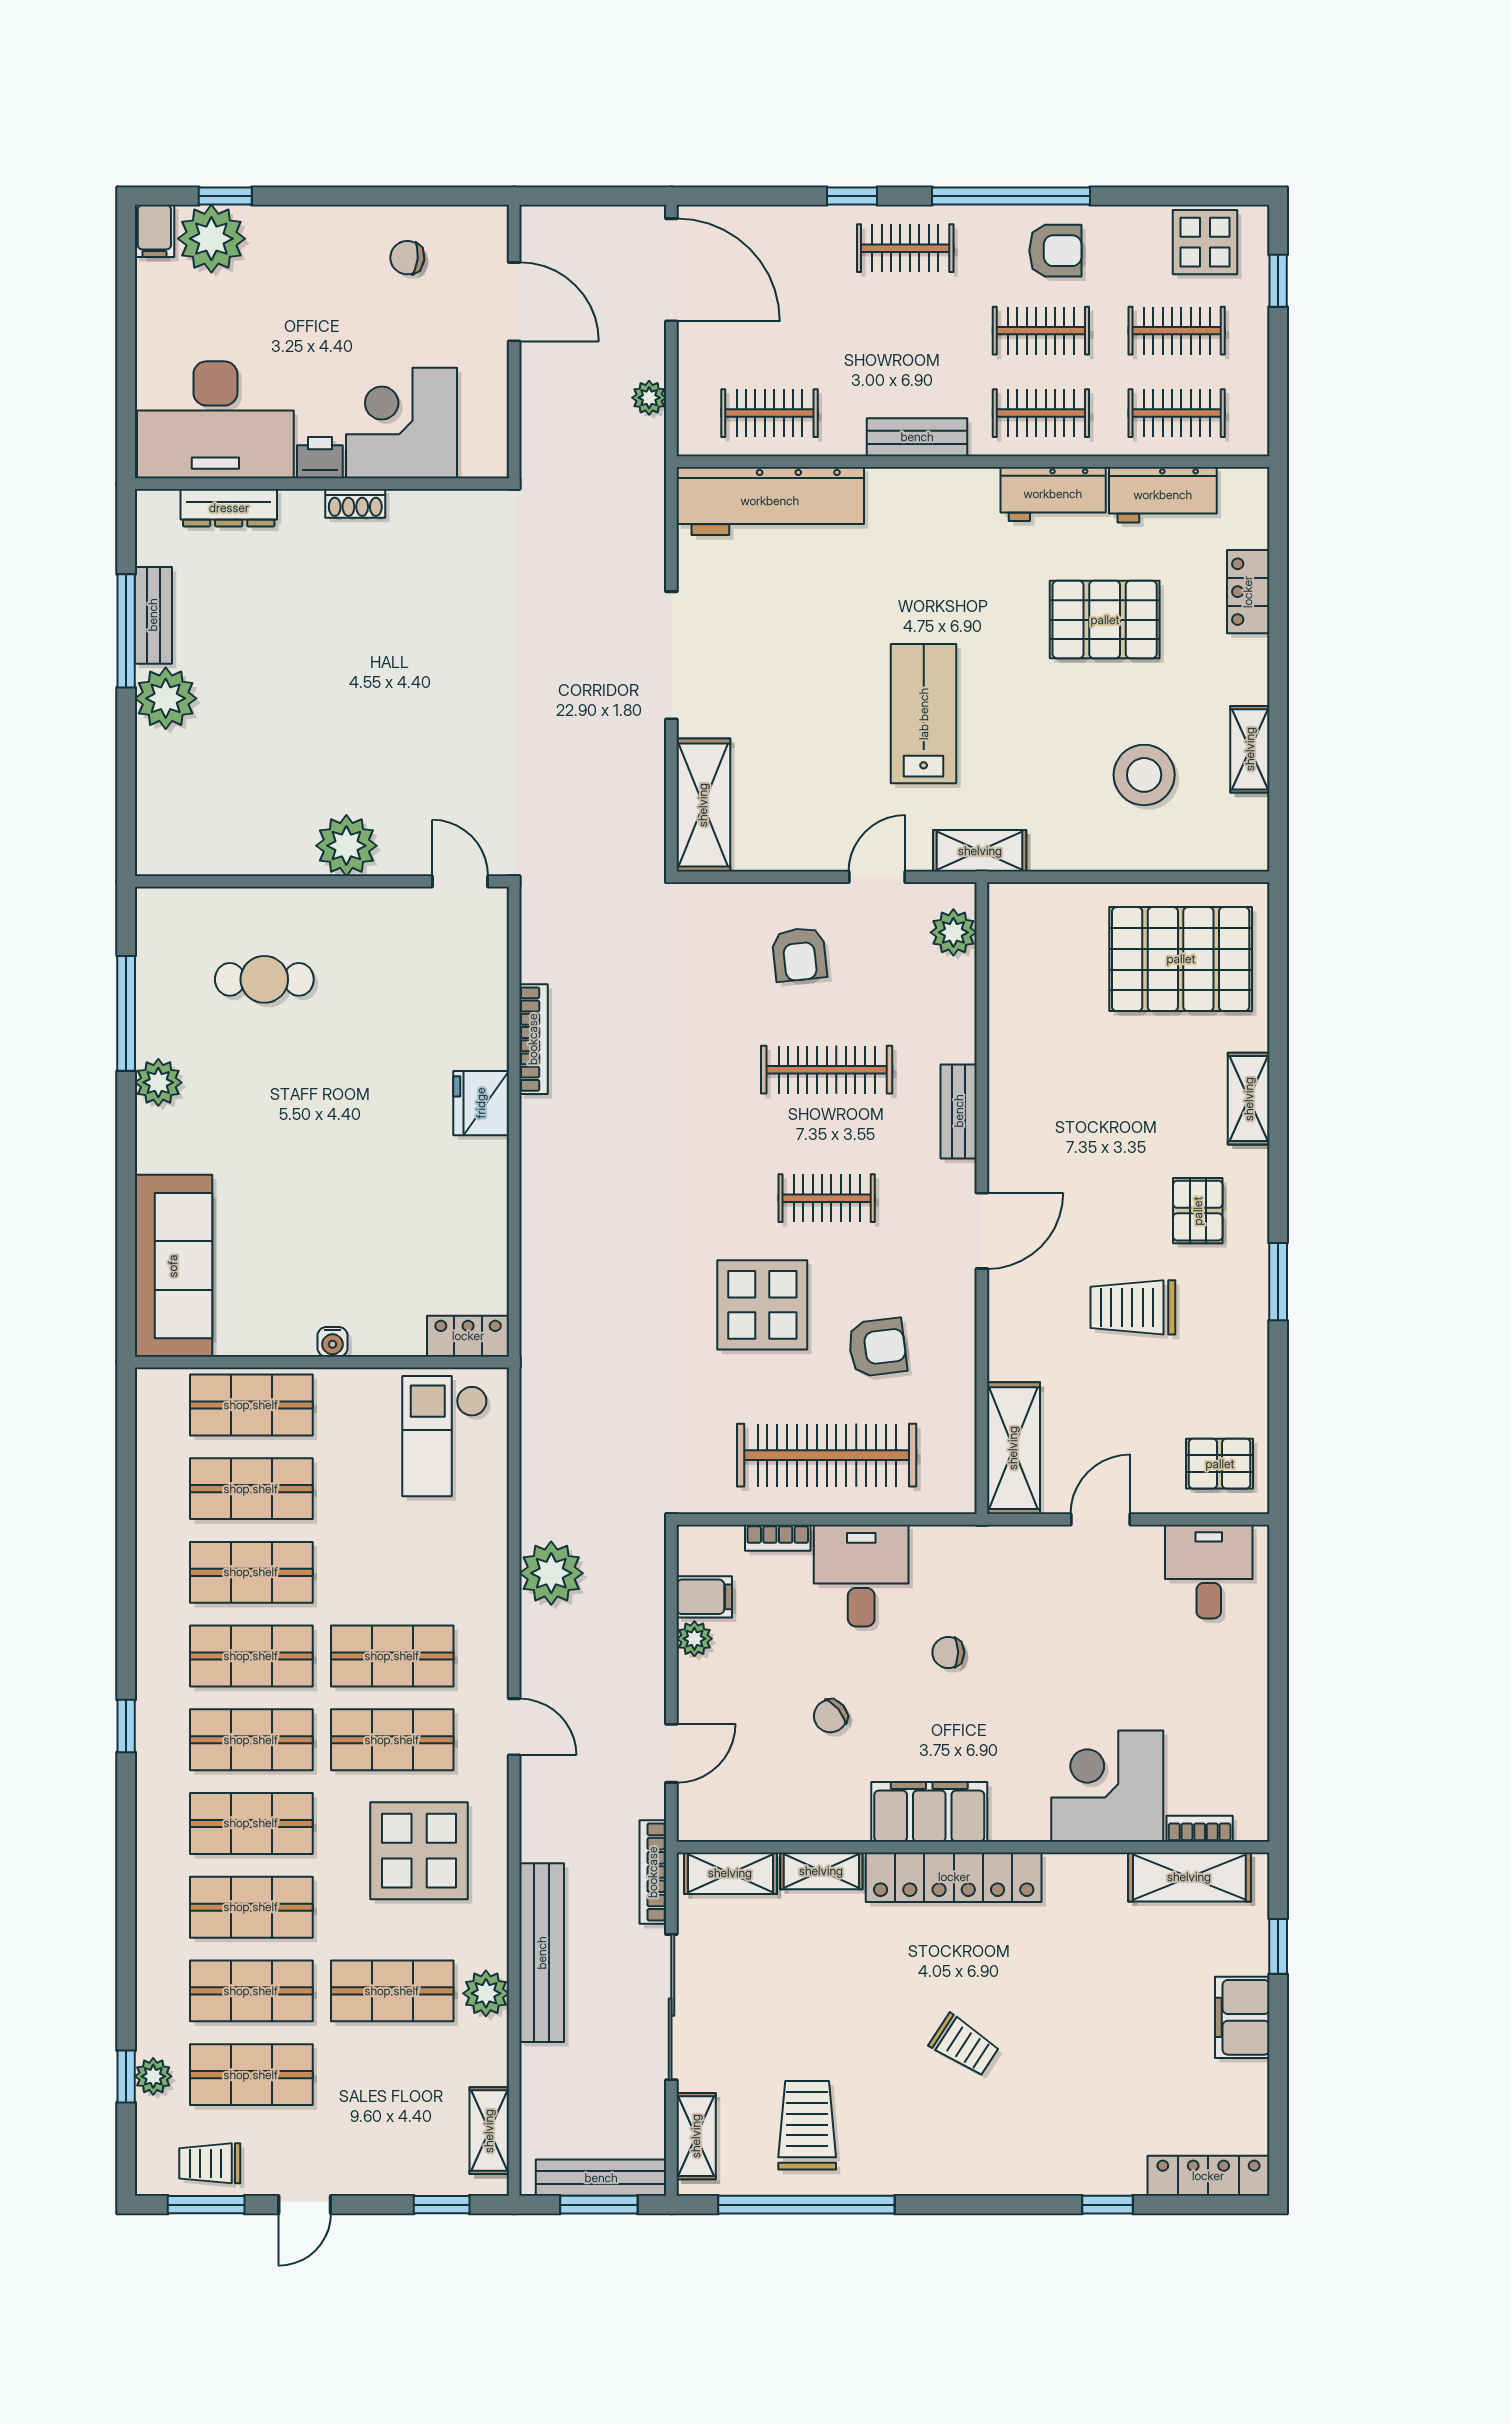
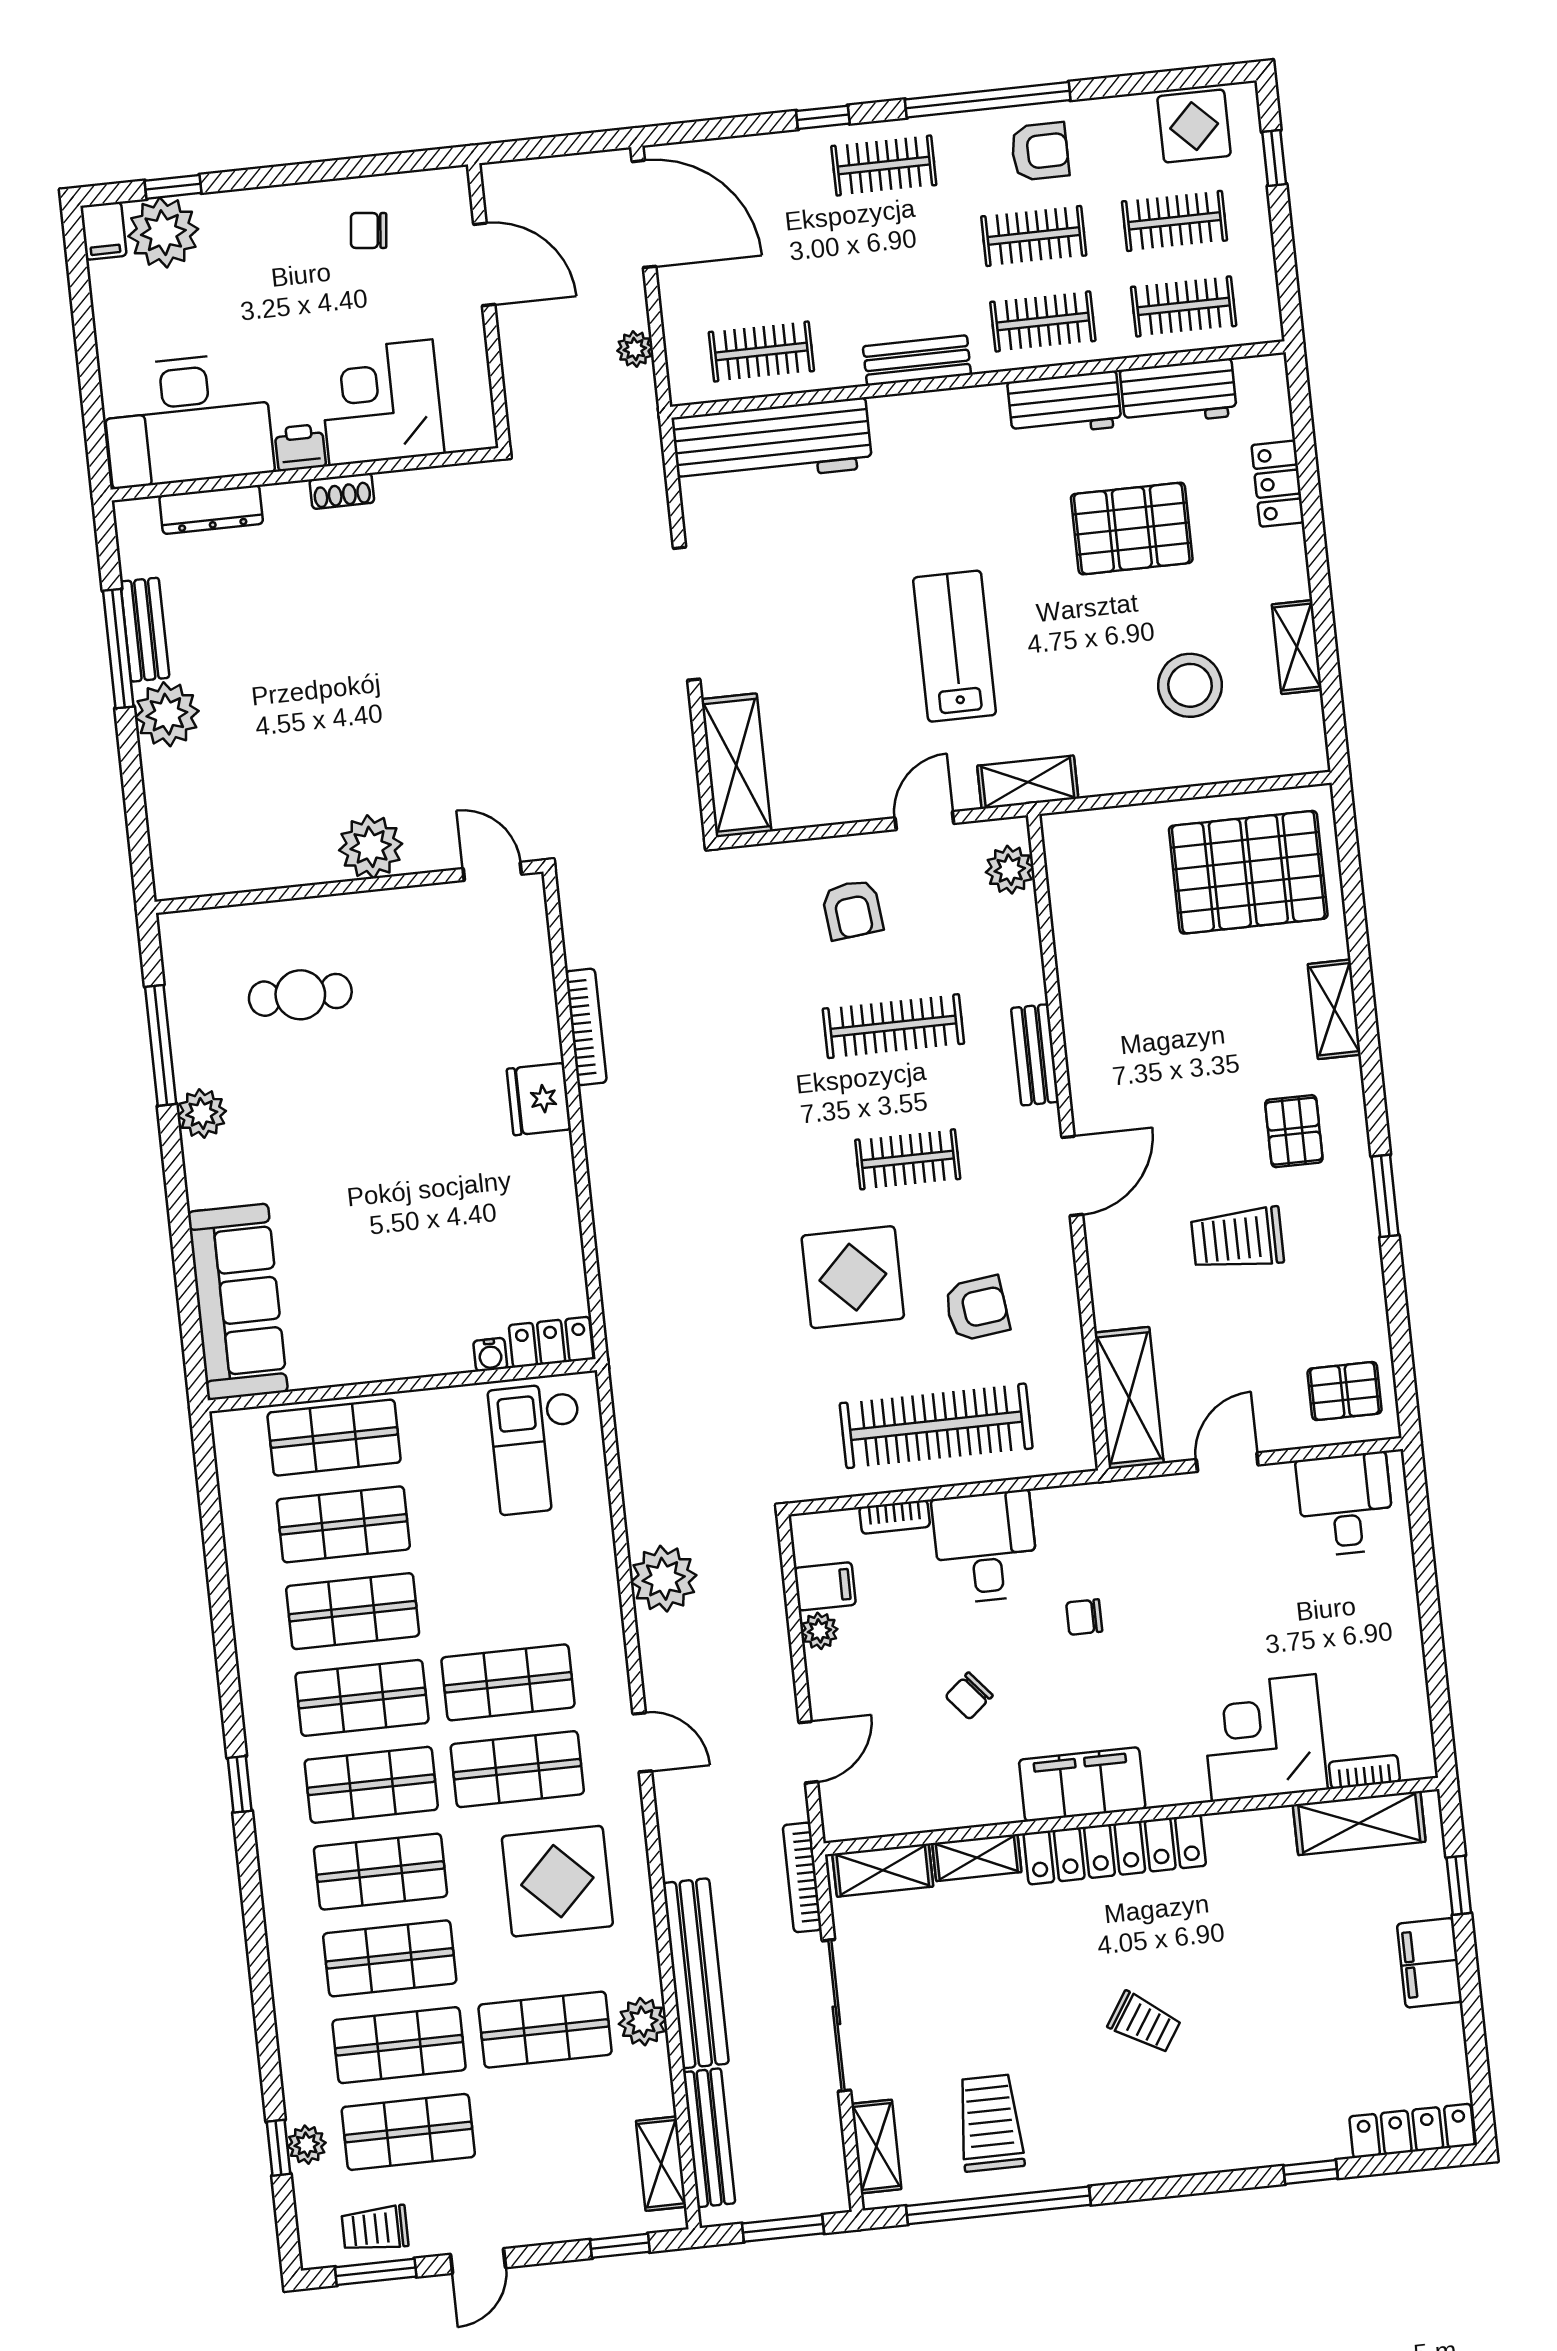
water cooler: (333, 1342) -> (490, 1355), moved
bench: (601, 2178) -> (709, 2138), moved, turned 90

